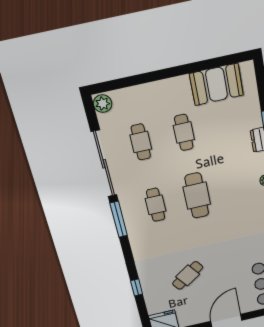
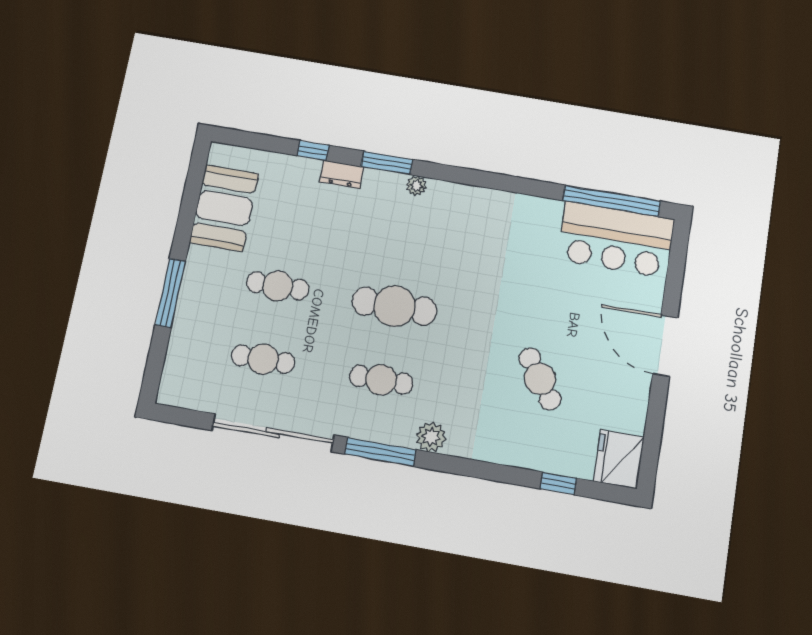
window: (156, 76) -> (170, 293), added
plant: (103, 104) -> (431, 437), moved
window: (137, 287) -> (559, 484), moved

